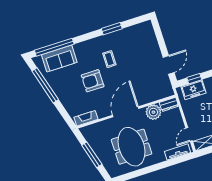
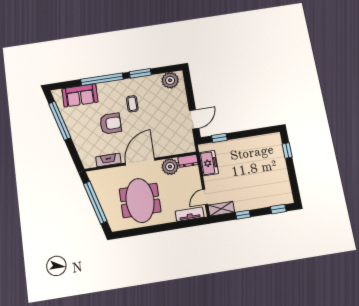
plant: (141, 31) -> (170, 80), added
window: (54, 47) -> (102, 79), moved
armchair: (93, 81) -> (111, 124), turned 180
freezer: (193, 90) -> (209, 163), moved, turned -90
fireplace: (86, 118) -> (108, 160), moved
window: (92, 155) -> (95, 202), width x1.46

